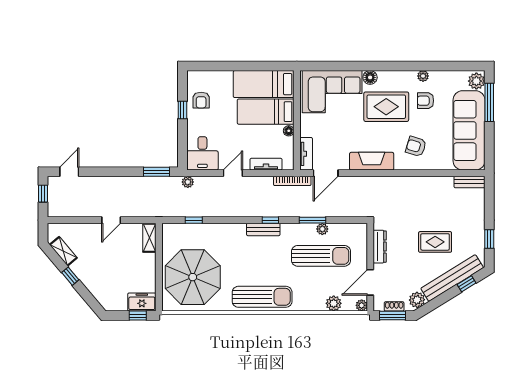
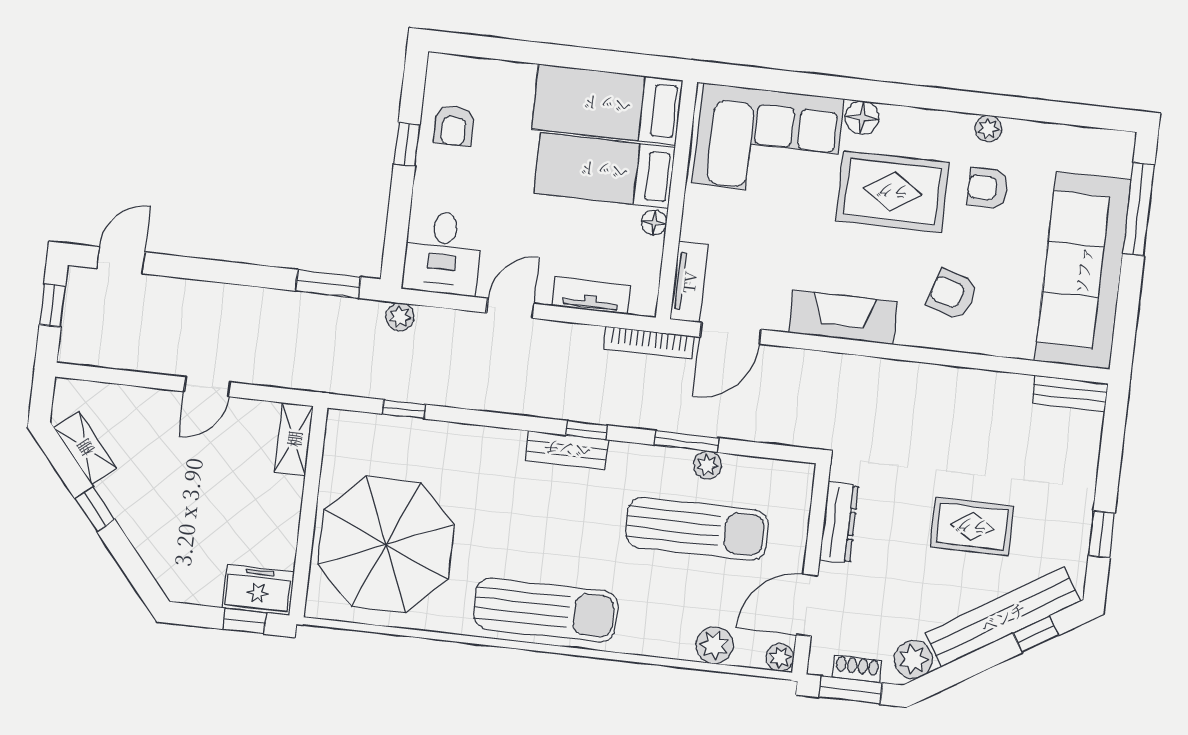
plant: (476, 81) -> (1114, 155), removed

